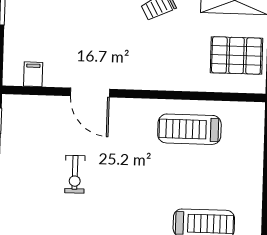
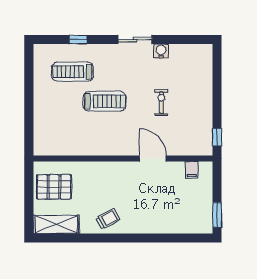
treadmill: (189, 129) -> (105, 101), moved

